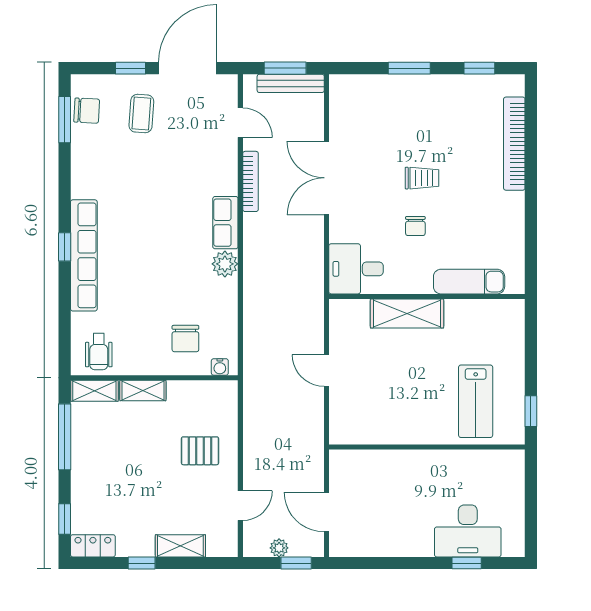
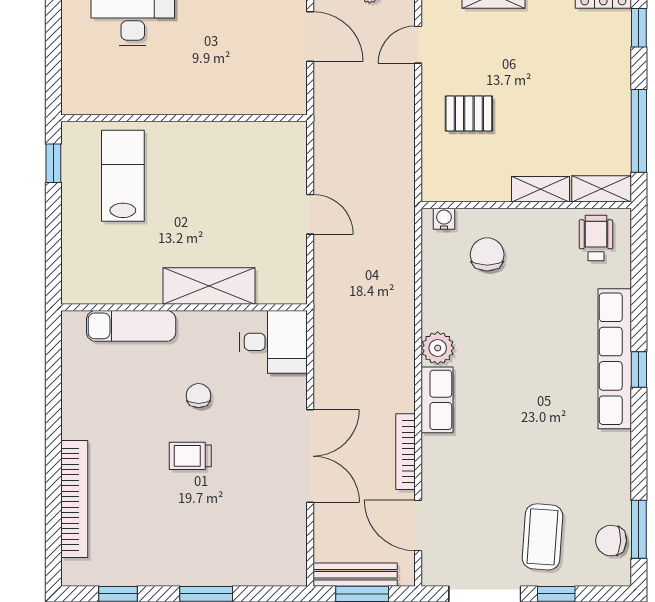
coffee table: (141, 114) -> (542, 537), width x1.36, depth x1.30
door: (240, 123) -> (418, 526), width x1.38

